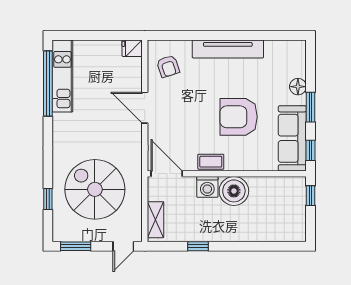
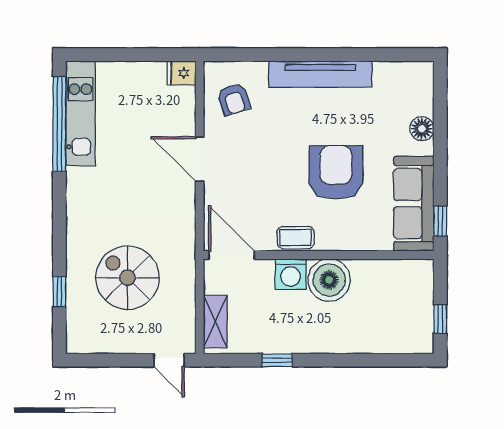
window: (311, 107) -> (440, 158), removed
armchair: (239, 117) -> (336, 172), turned 90
spiral stairs: (95, 189) -> (128, 278), width x0.73, depth x0.73
window: (311, 196) -> (440, 319), moved
window: (76, 246) -> (100, 360), removed
door: (123, 246) -> (169, 360), hinge flipped

